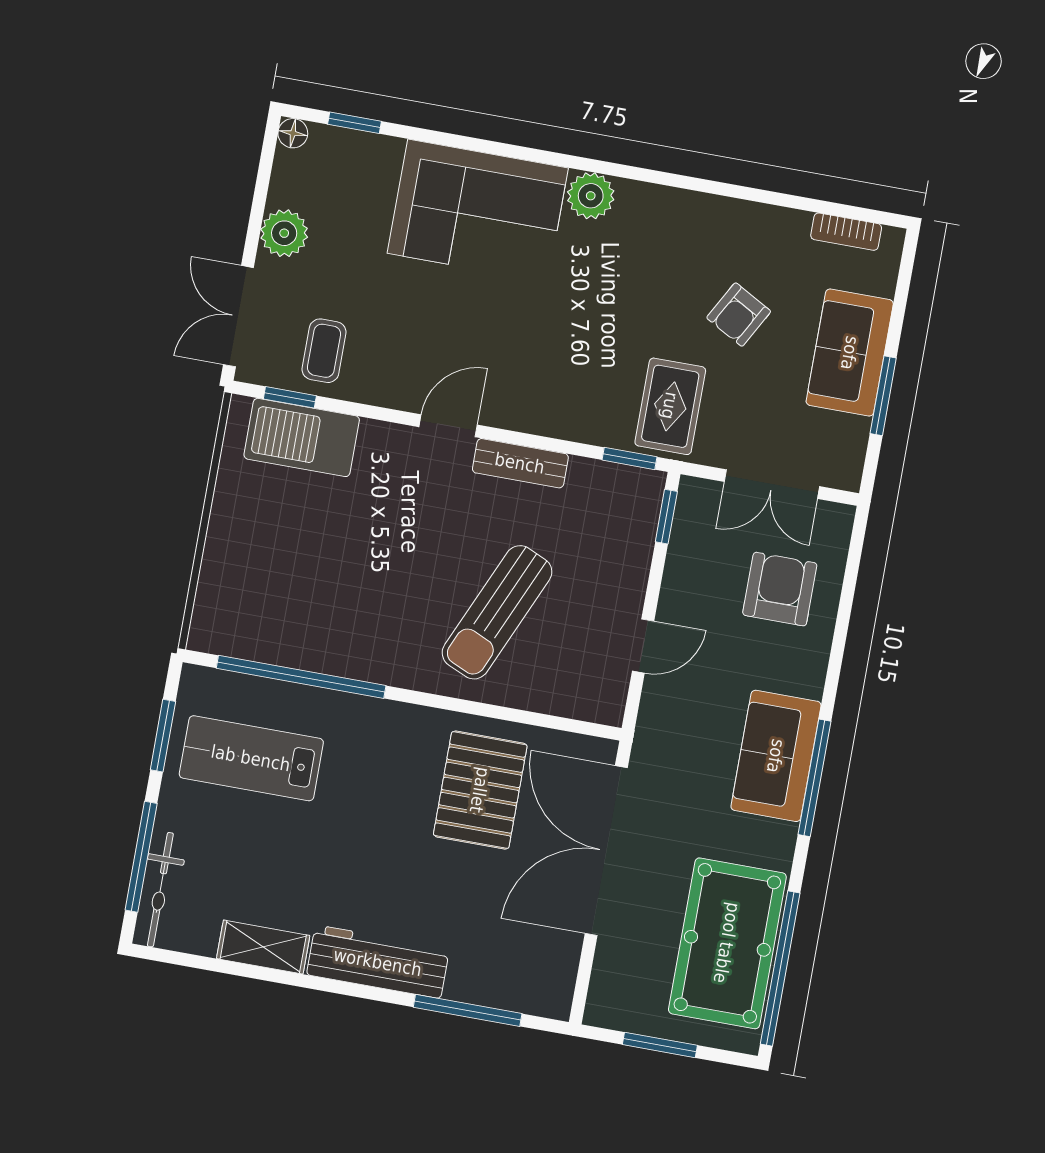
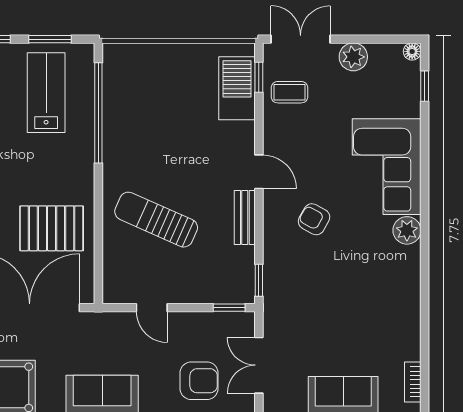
armchair: (739, 315) -> (314, 219), moved
rug: (670, 406) -> (293, 298), removed

